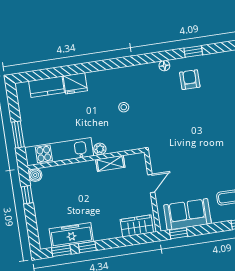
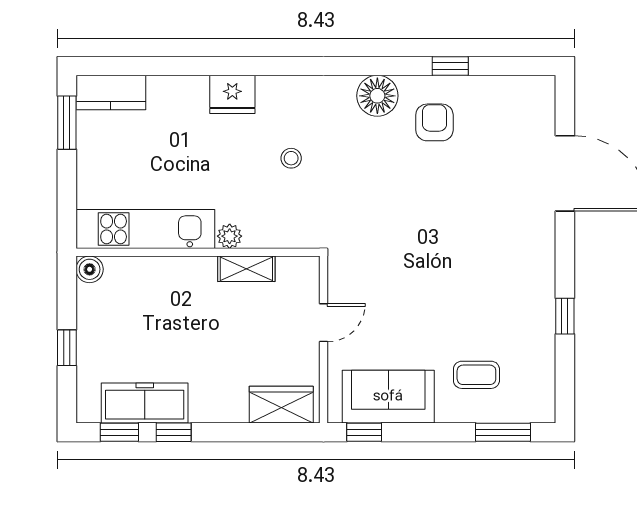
floor lamp: (164, 66) -> (377, 96), width x1.89, depth x1.89
fridge: (75, 83) -> (232, 94), moved
kitchen counter: (47, 87) -> (111, 93), moved
window: (18, 135) -> (67, 123), moved
window: (27, 195) -> (67, 348), moved

